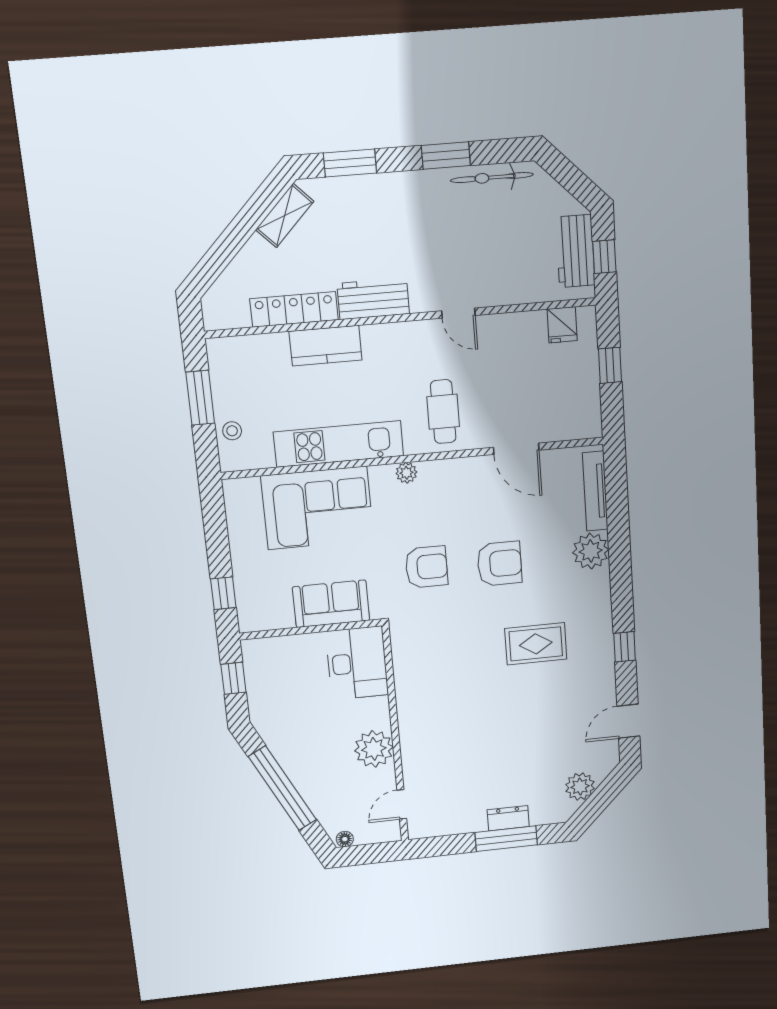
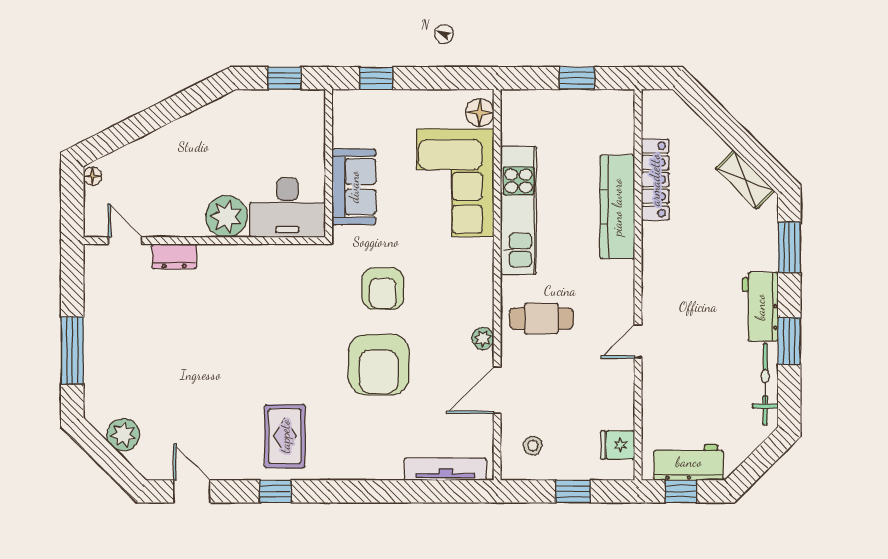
workbench: (373, 299) -> (760, 307), moved, turned 180
kitchen counter: (326, 346) -> (617, 207), width x1.50
window: (200, 398) -> (577, 78), width x0.67
stool: (232, 431) -> (533, 446), moved
plant: (406, 473) -> (483, 338), moved
floor lamp: (246, 491) -> (480, 113), added
plant: (591, 551) -> (383, 461), removed
armchair: (500, 564) -> (379, 365), width x1.36, depth x1.36
rug: (536, 644) -> (285, 436), moved
plant: (374, 749) -> (226, 216), moved
window: (282, 788) -> (158, 116), removed
dresser: (508, 818) -> (174, 256), moved, turned 90

